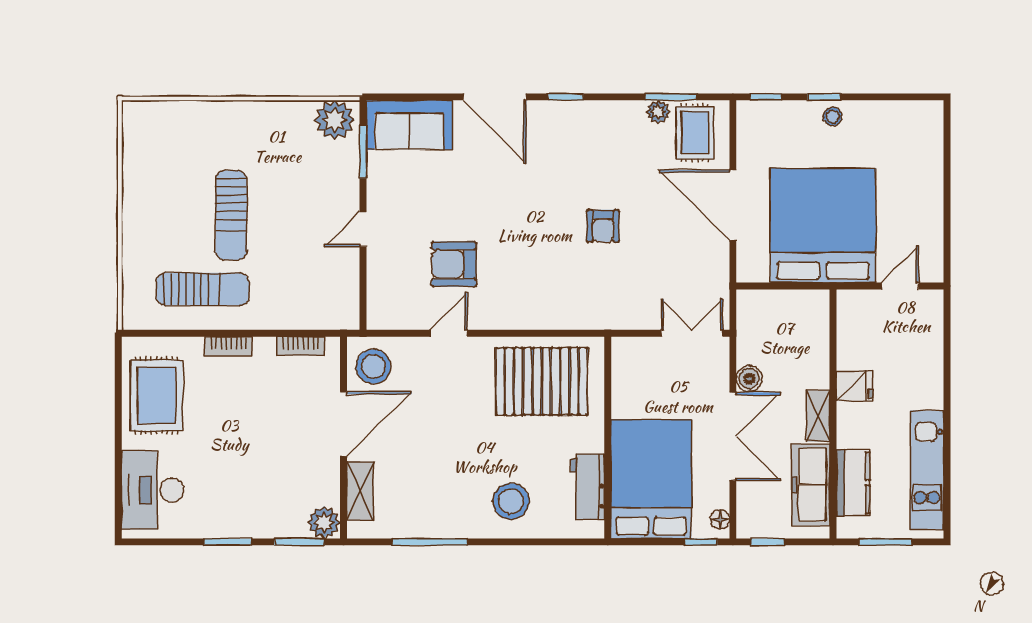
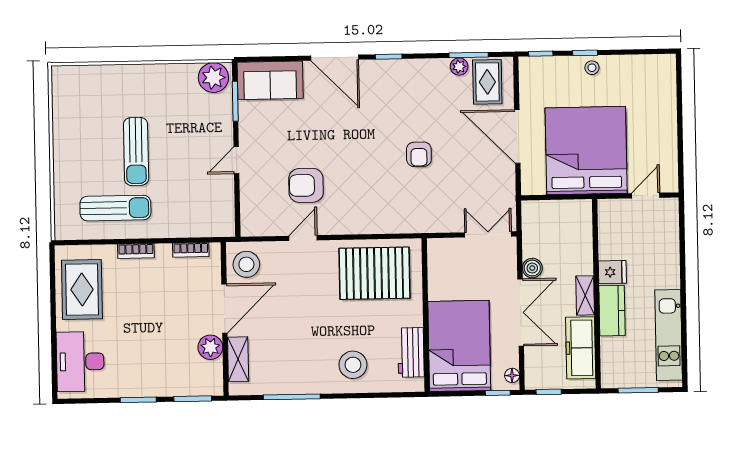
kitchen counter: (853, 483) -> (612, 311), moved
plant: (324, 522) -> (210, 347), moved

